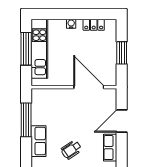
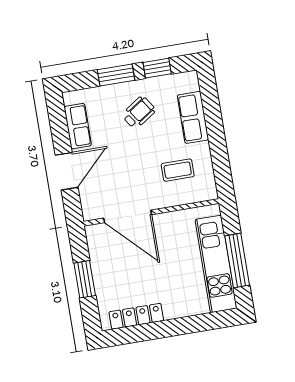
water cooler: (71, 24) -> (172, 312), removed
locker: (94, 25) -> (136, 316), width x1.53
coffee table: (53, 110) -> (178, 170), added
window: (26, 120) -> (218, 148), removed

